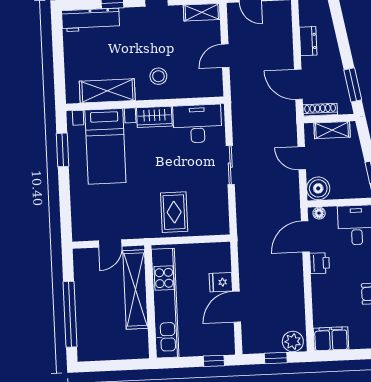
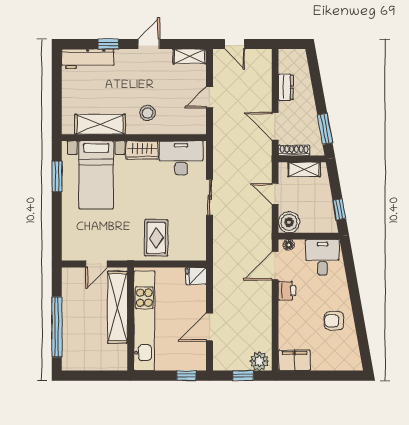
fridge: (221, 282) -> (196, 276), moved

